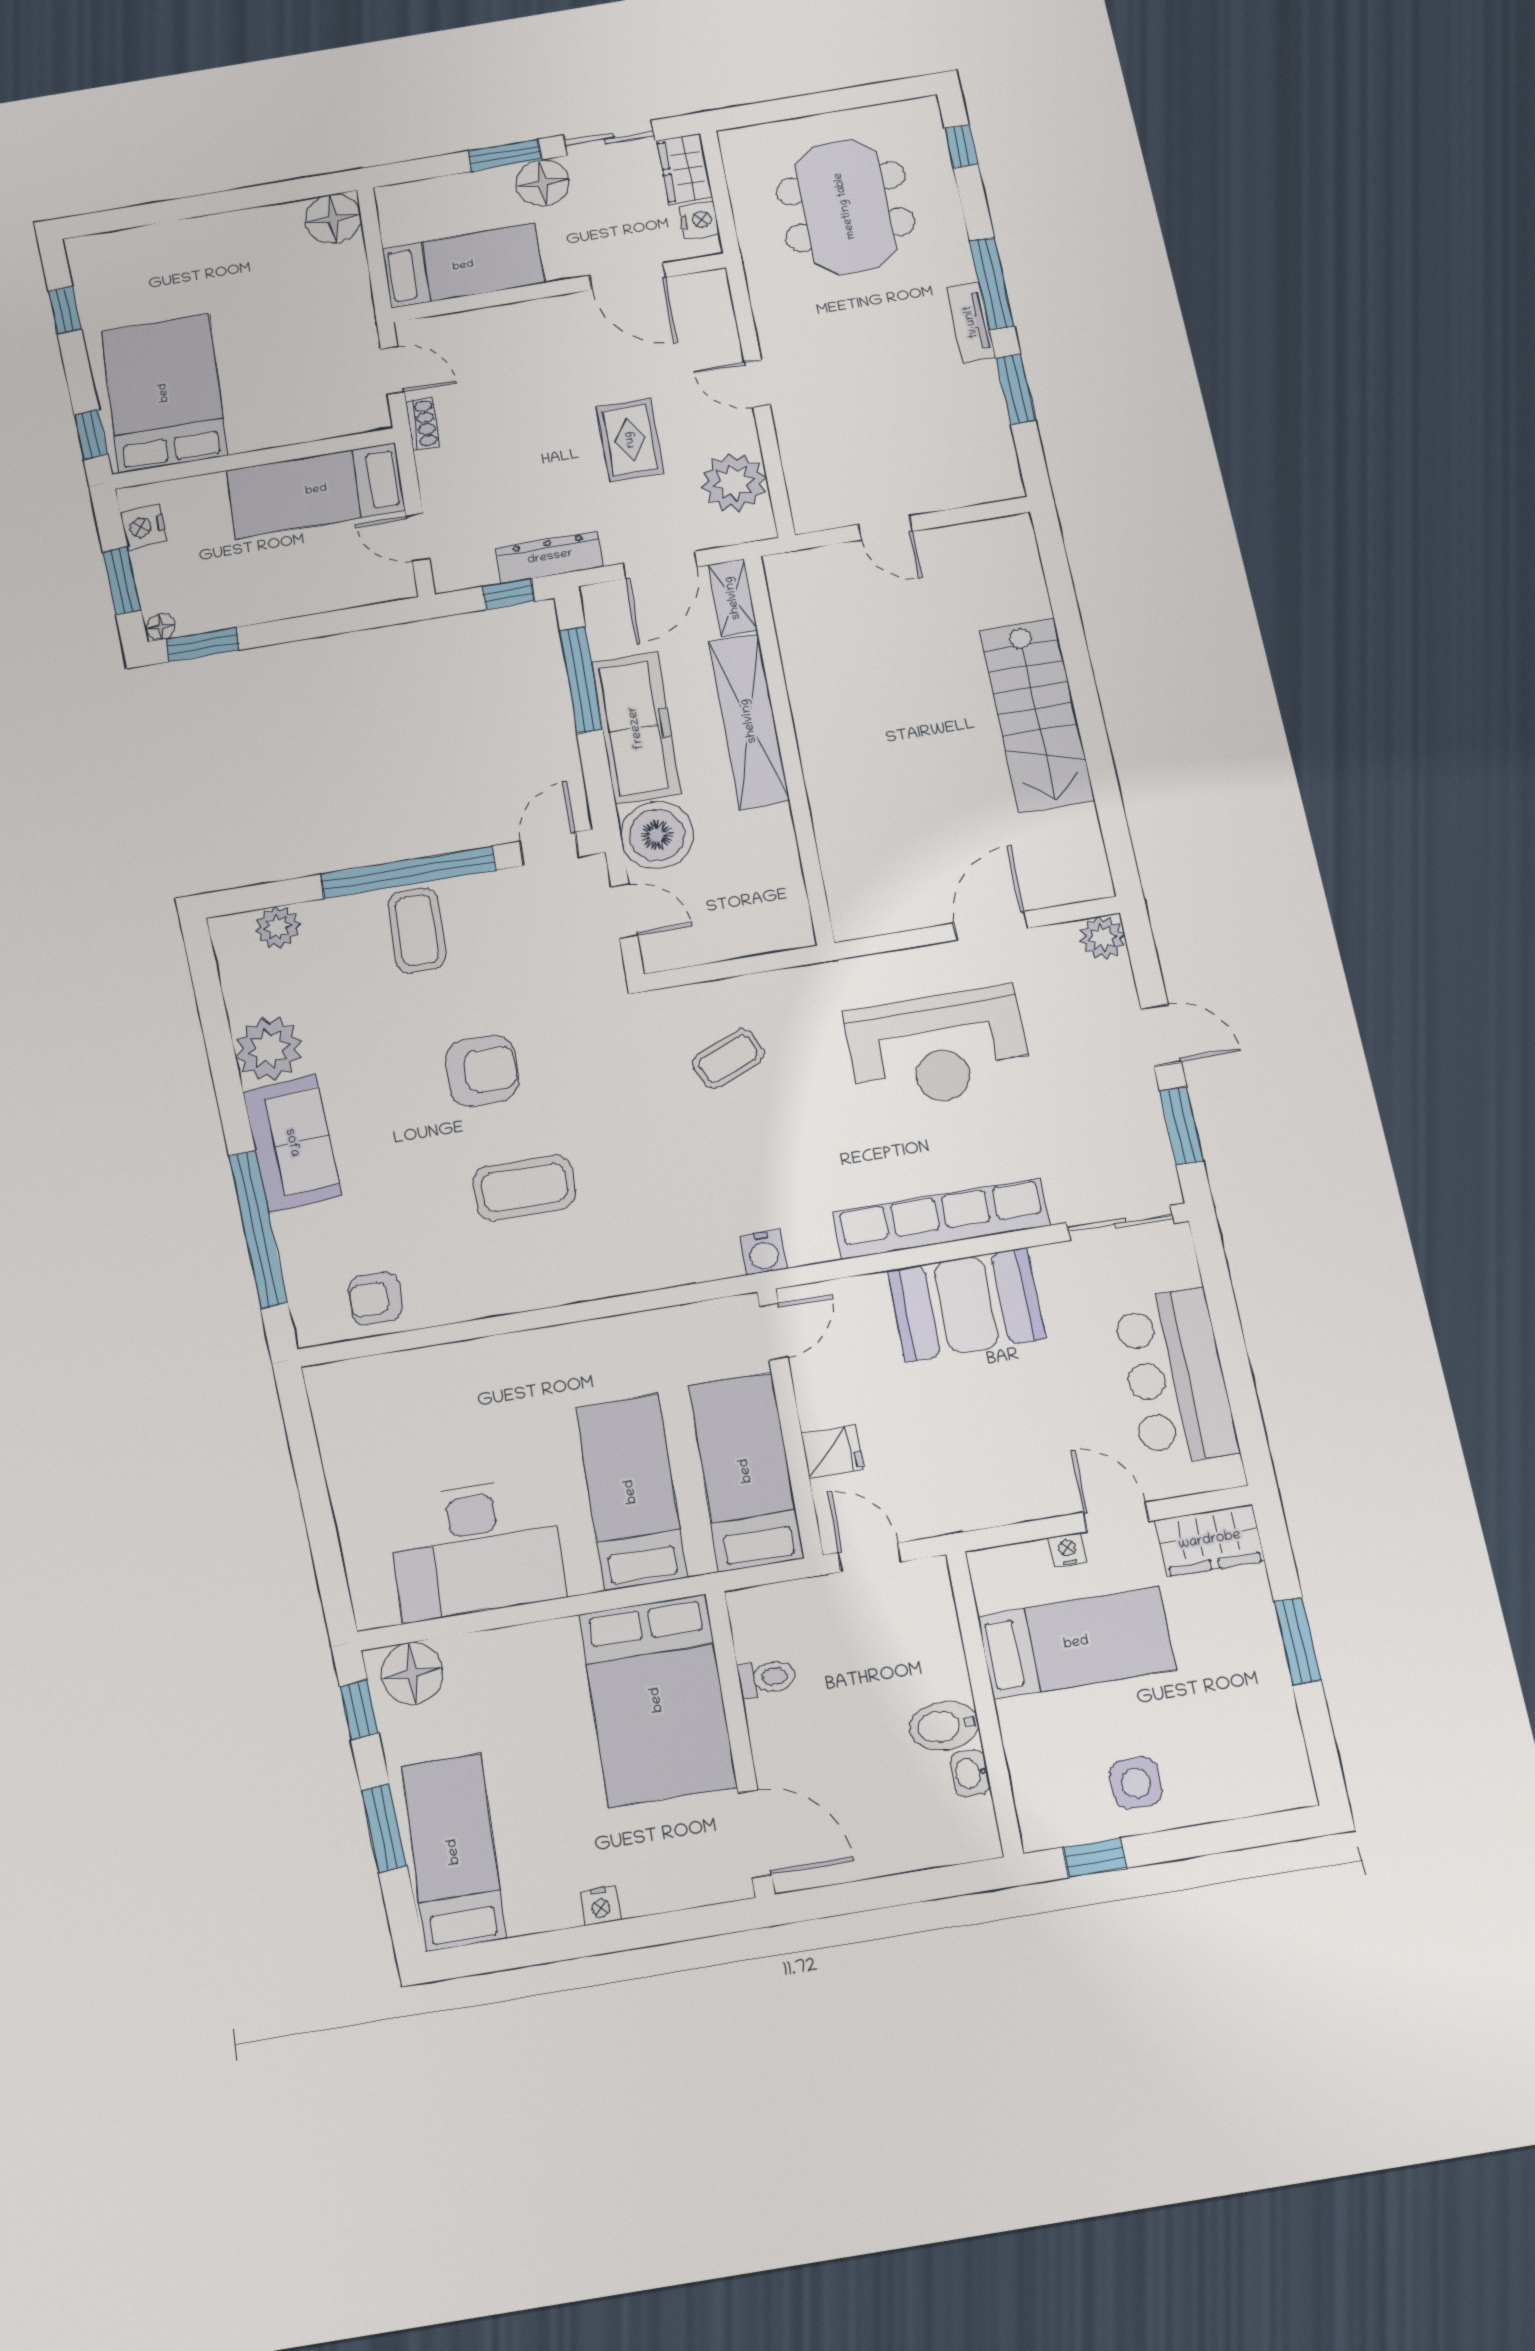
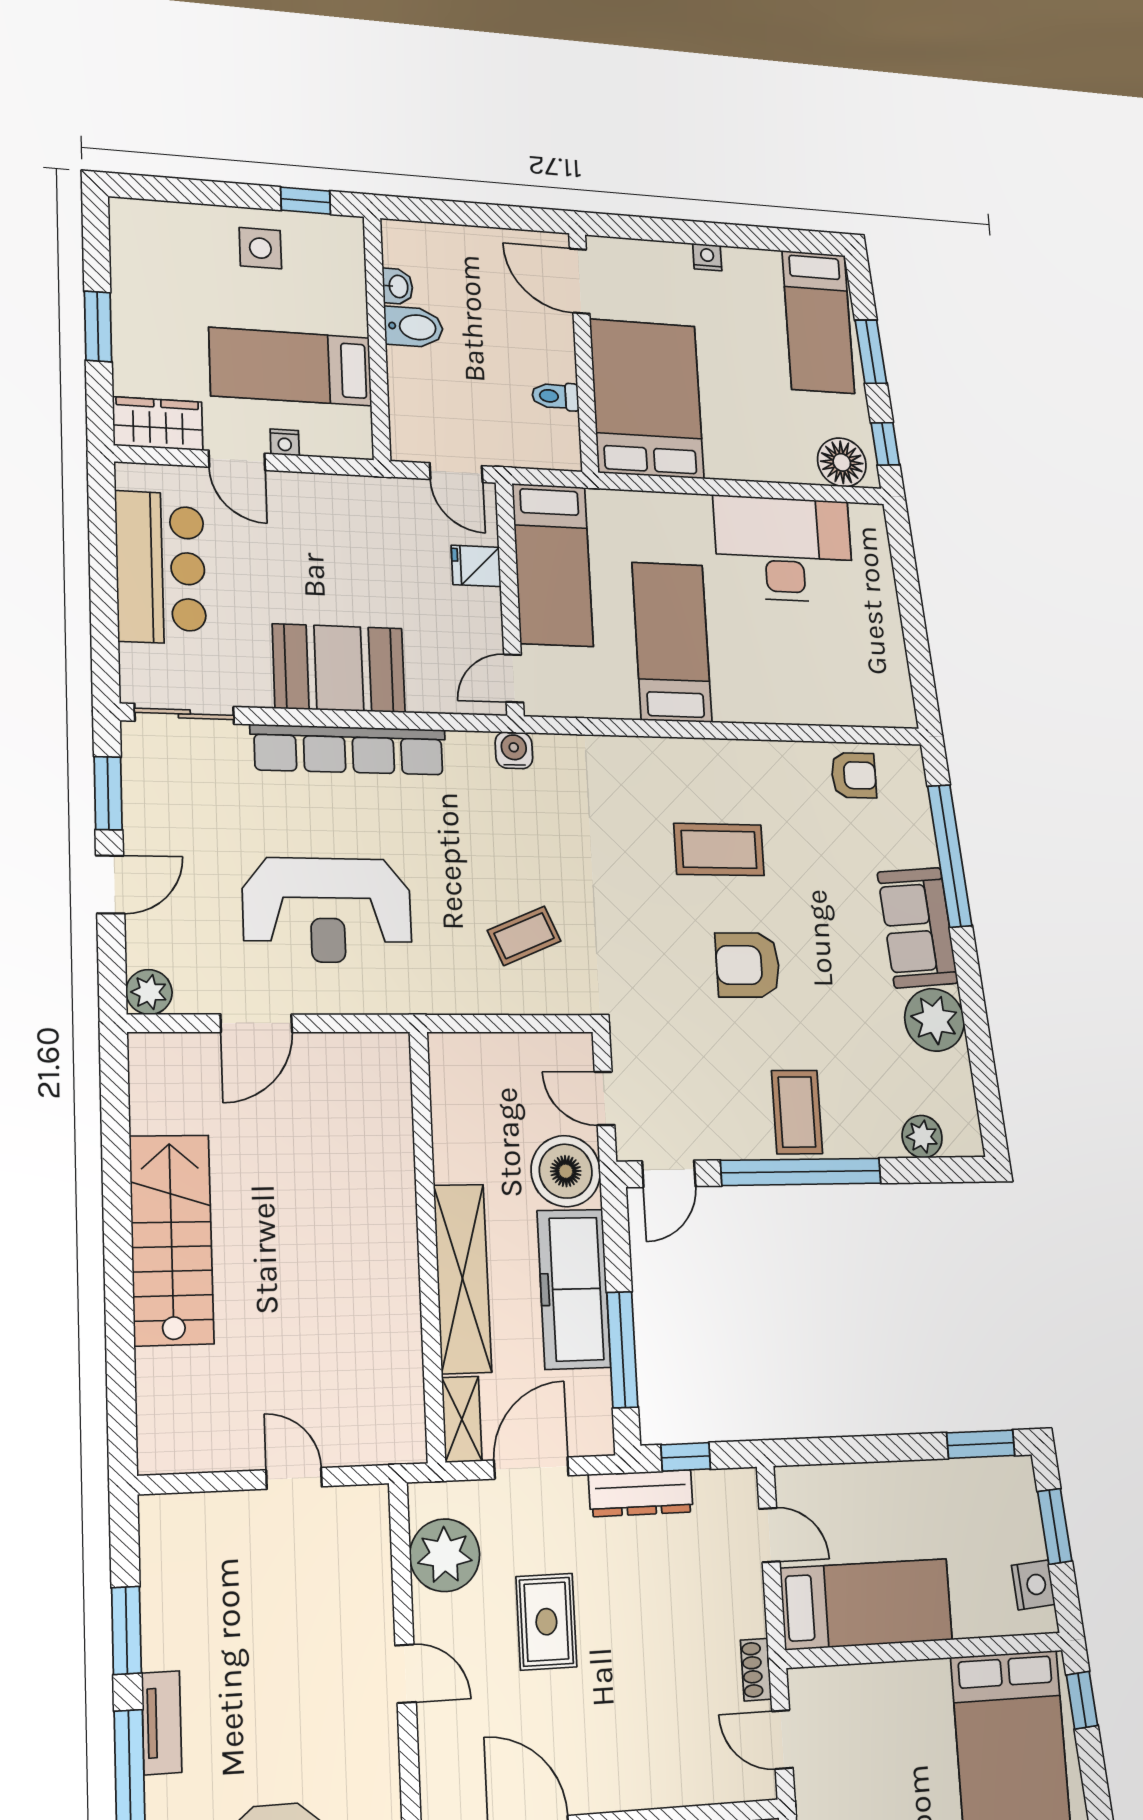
floor lamp: (161, 627) -> (1019, 1470), removed
door: (1161, 1035) -> (110, 885), swing flipped
reception desk: (938, 1048) -> (327, 910), turned 180
bed: (631, 1492) -> (672, 642), moved, turned 180

